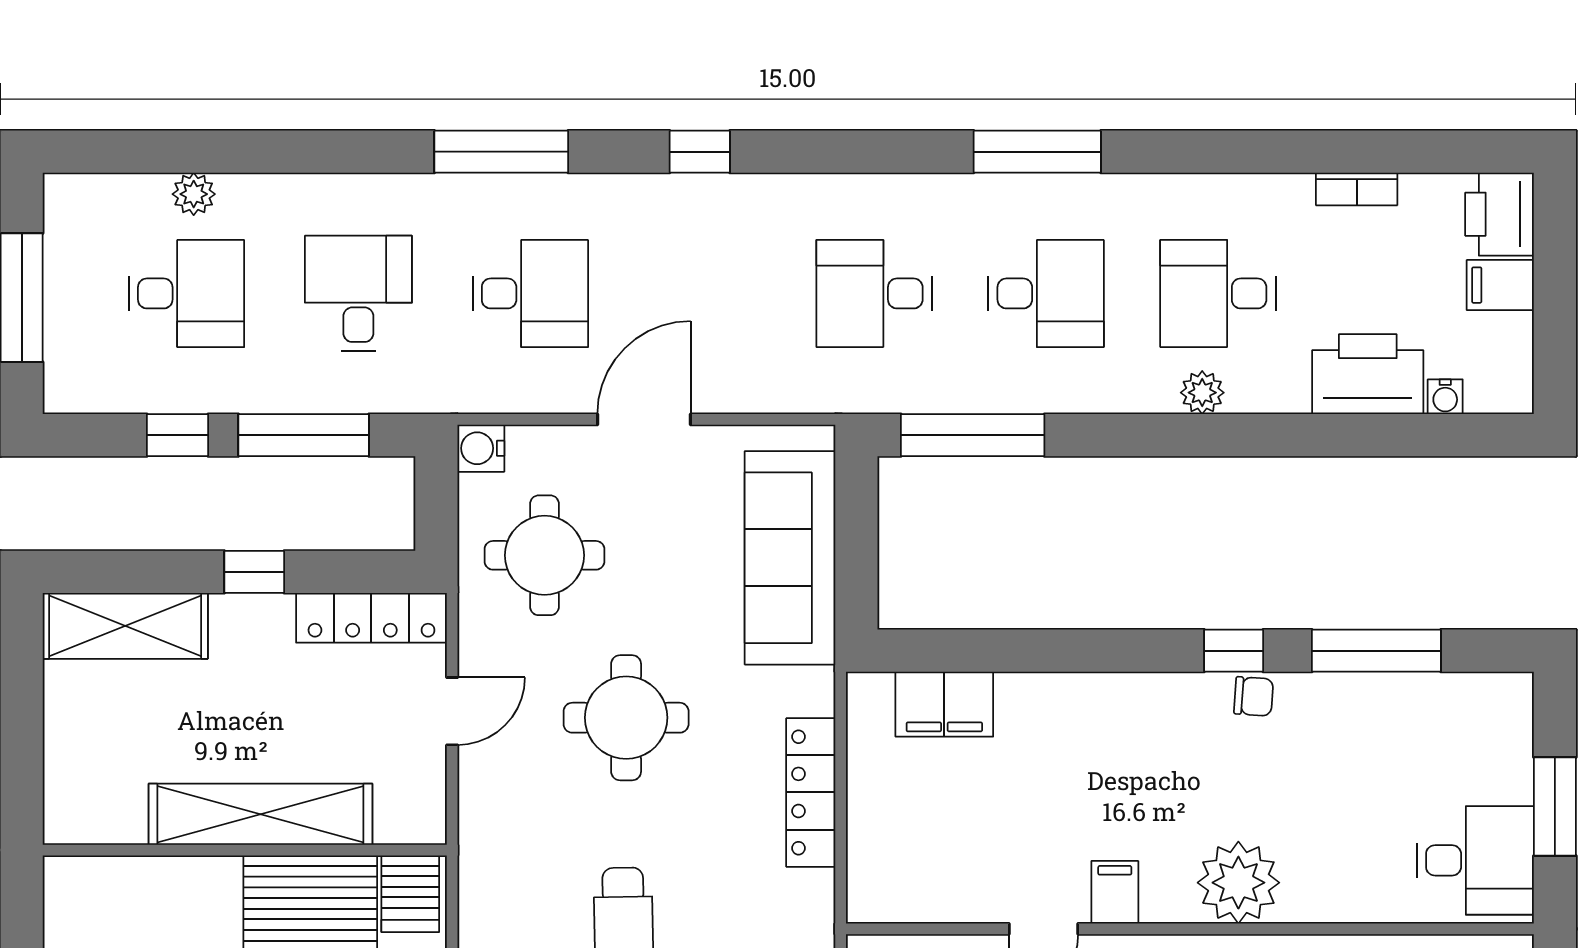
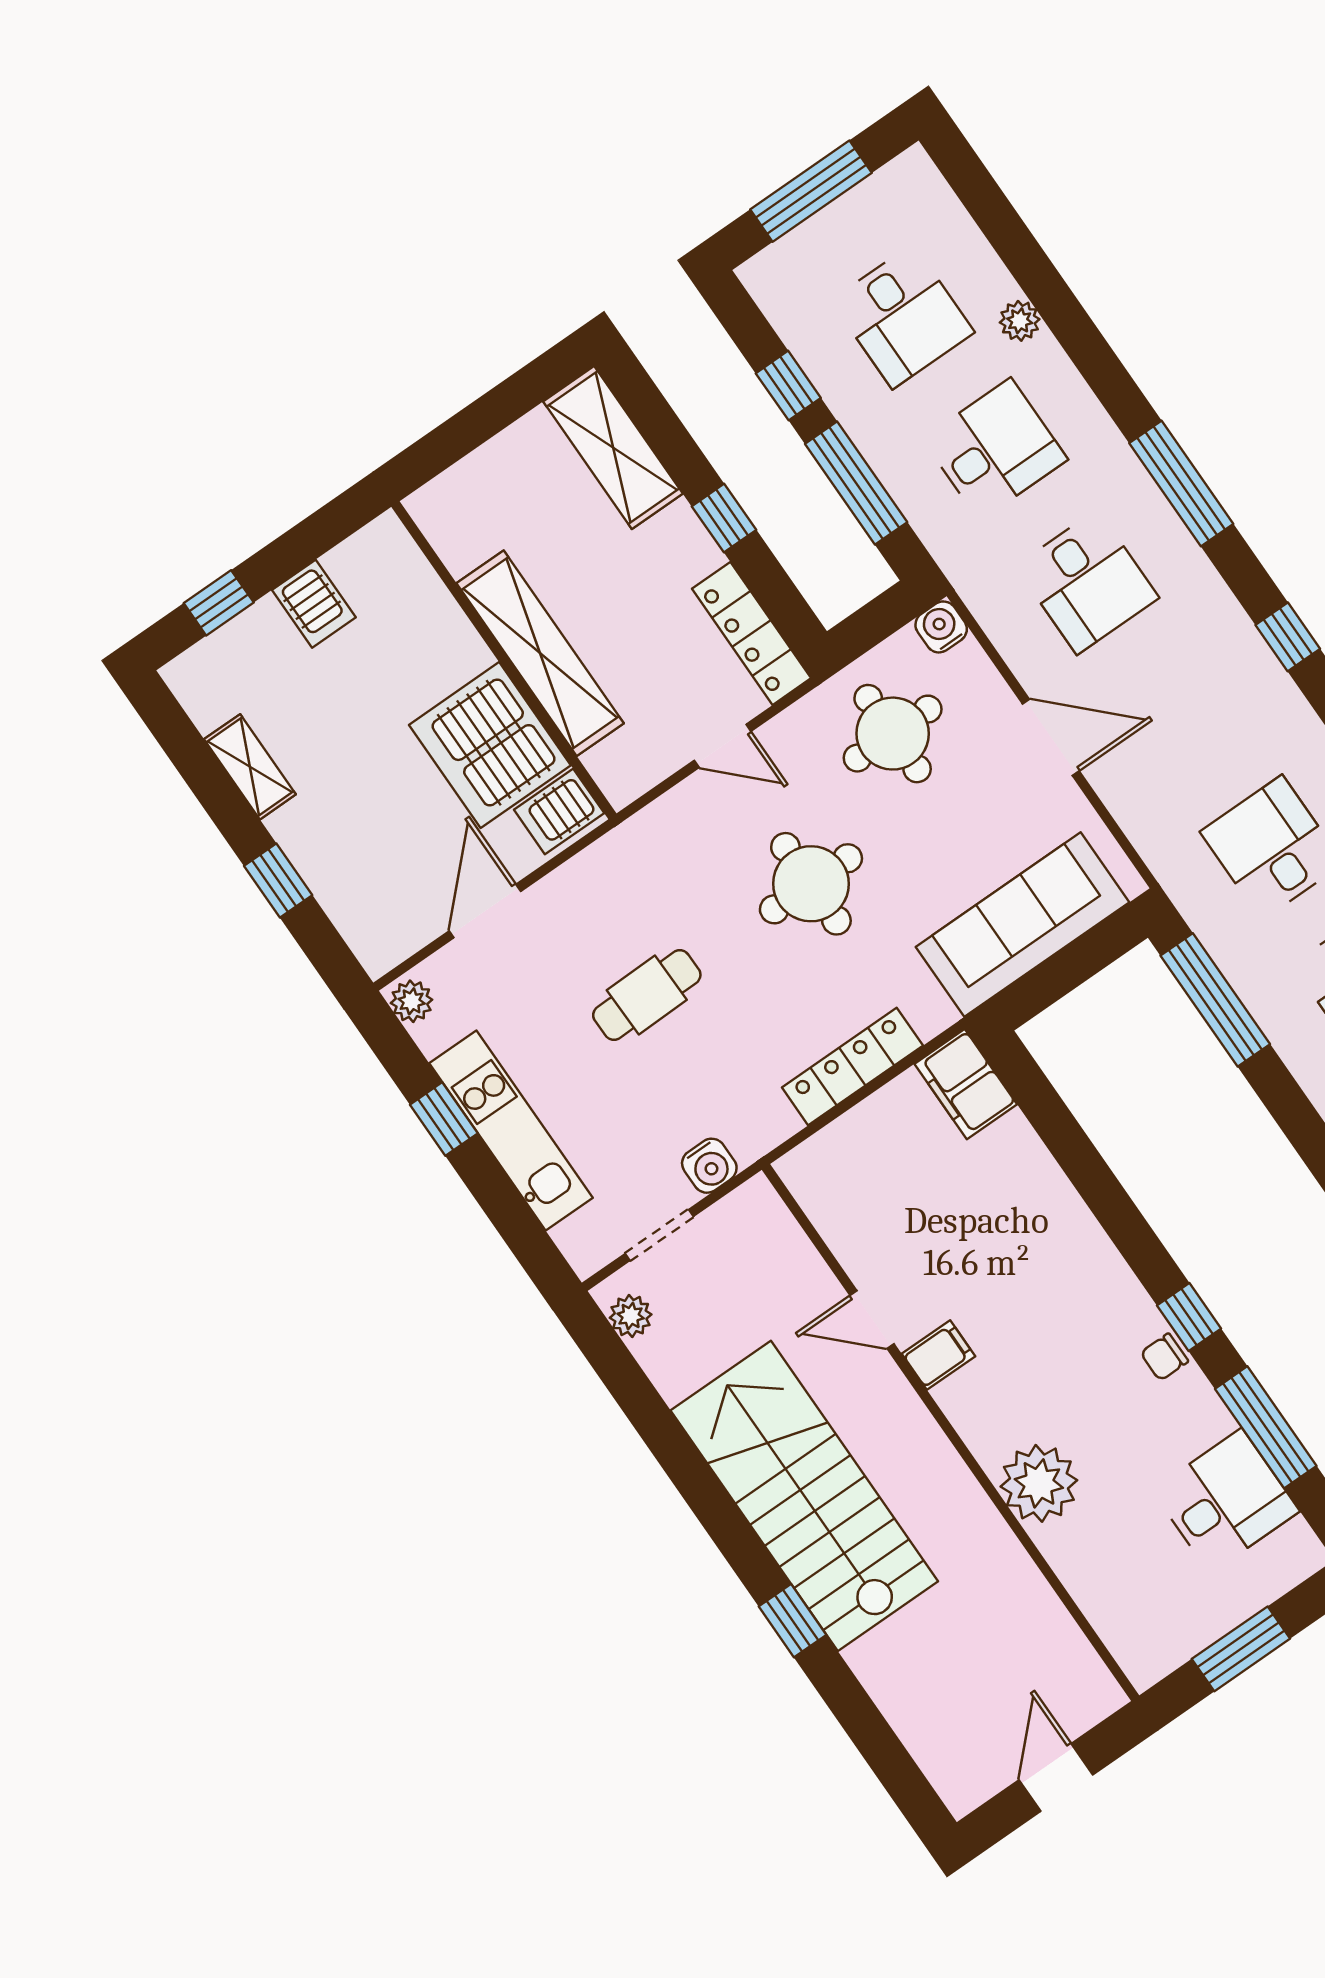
plant: (194, 194) -> (1020, 321), moved
chair: (1254, 696) -> (1164, 1357), turned 86
filing cabinet: (944, 704) -> (966, 1084), moved
desk: (1475, 860) -> (1226, 1501), moved, turned -90
plant: (1238, 883) -> (1039, 1483), moved

